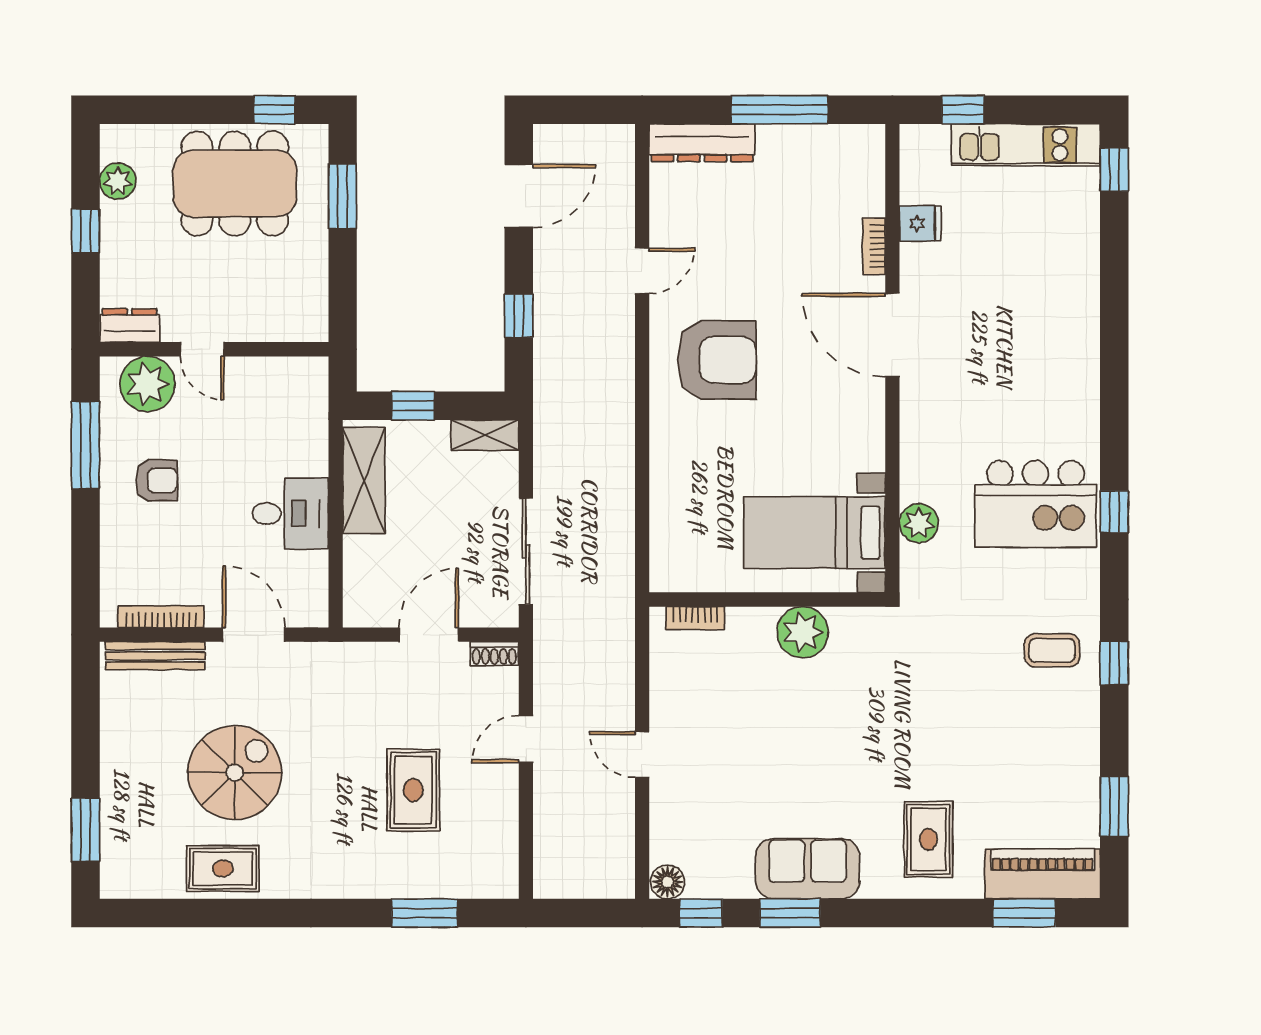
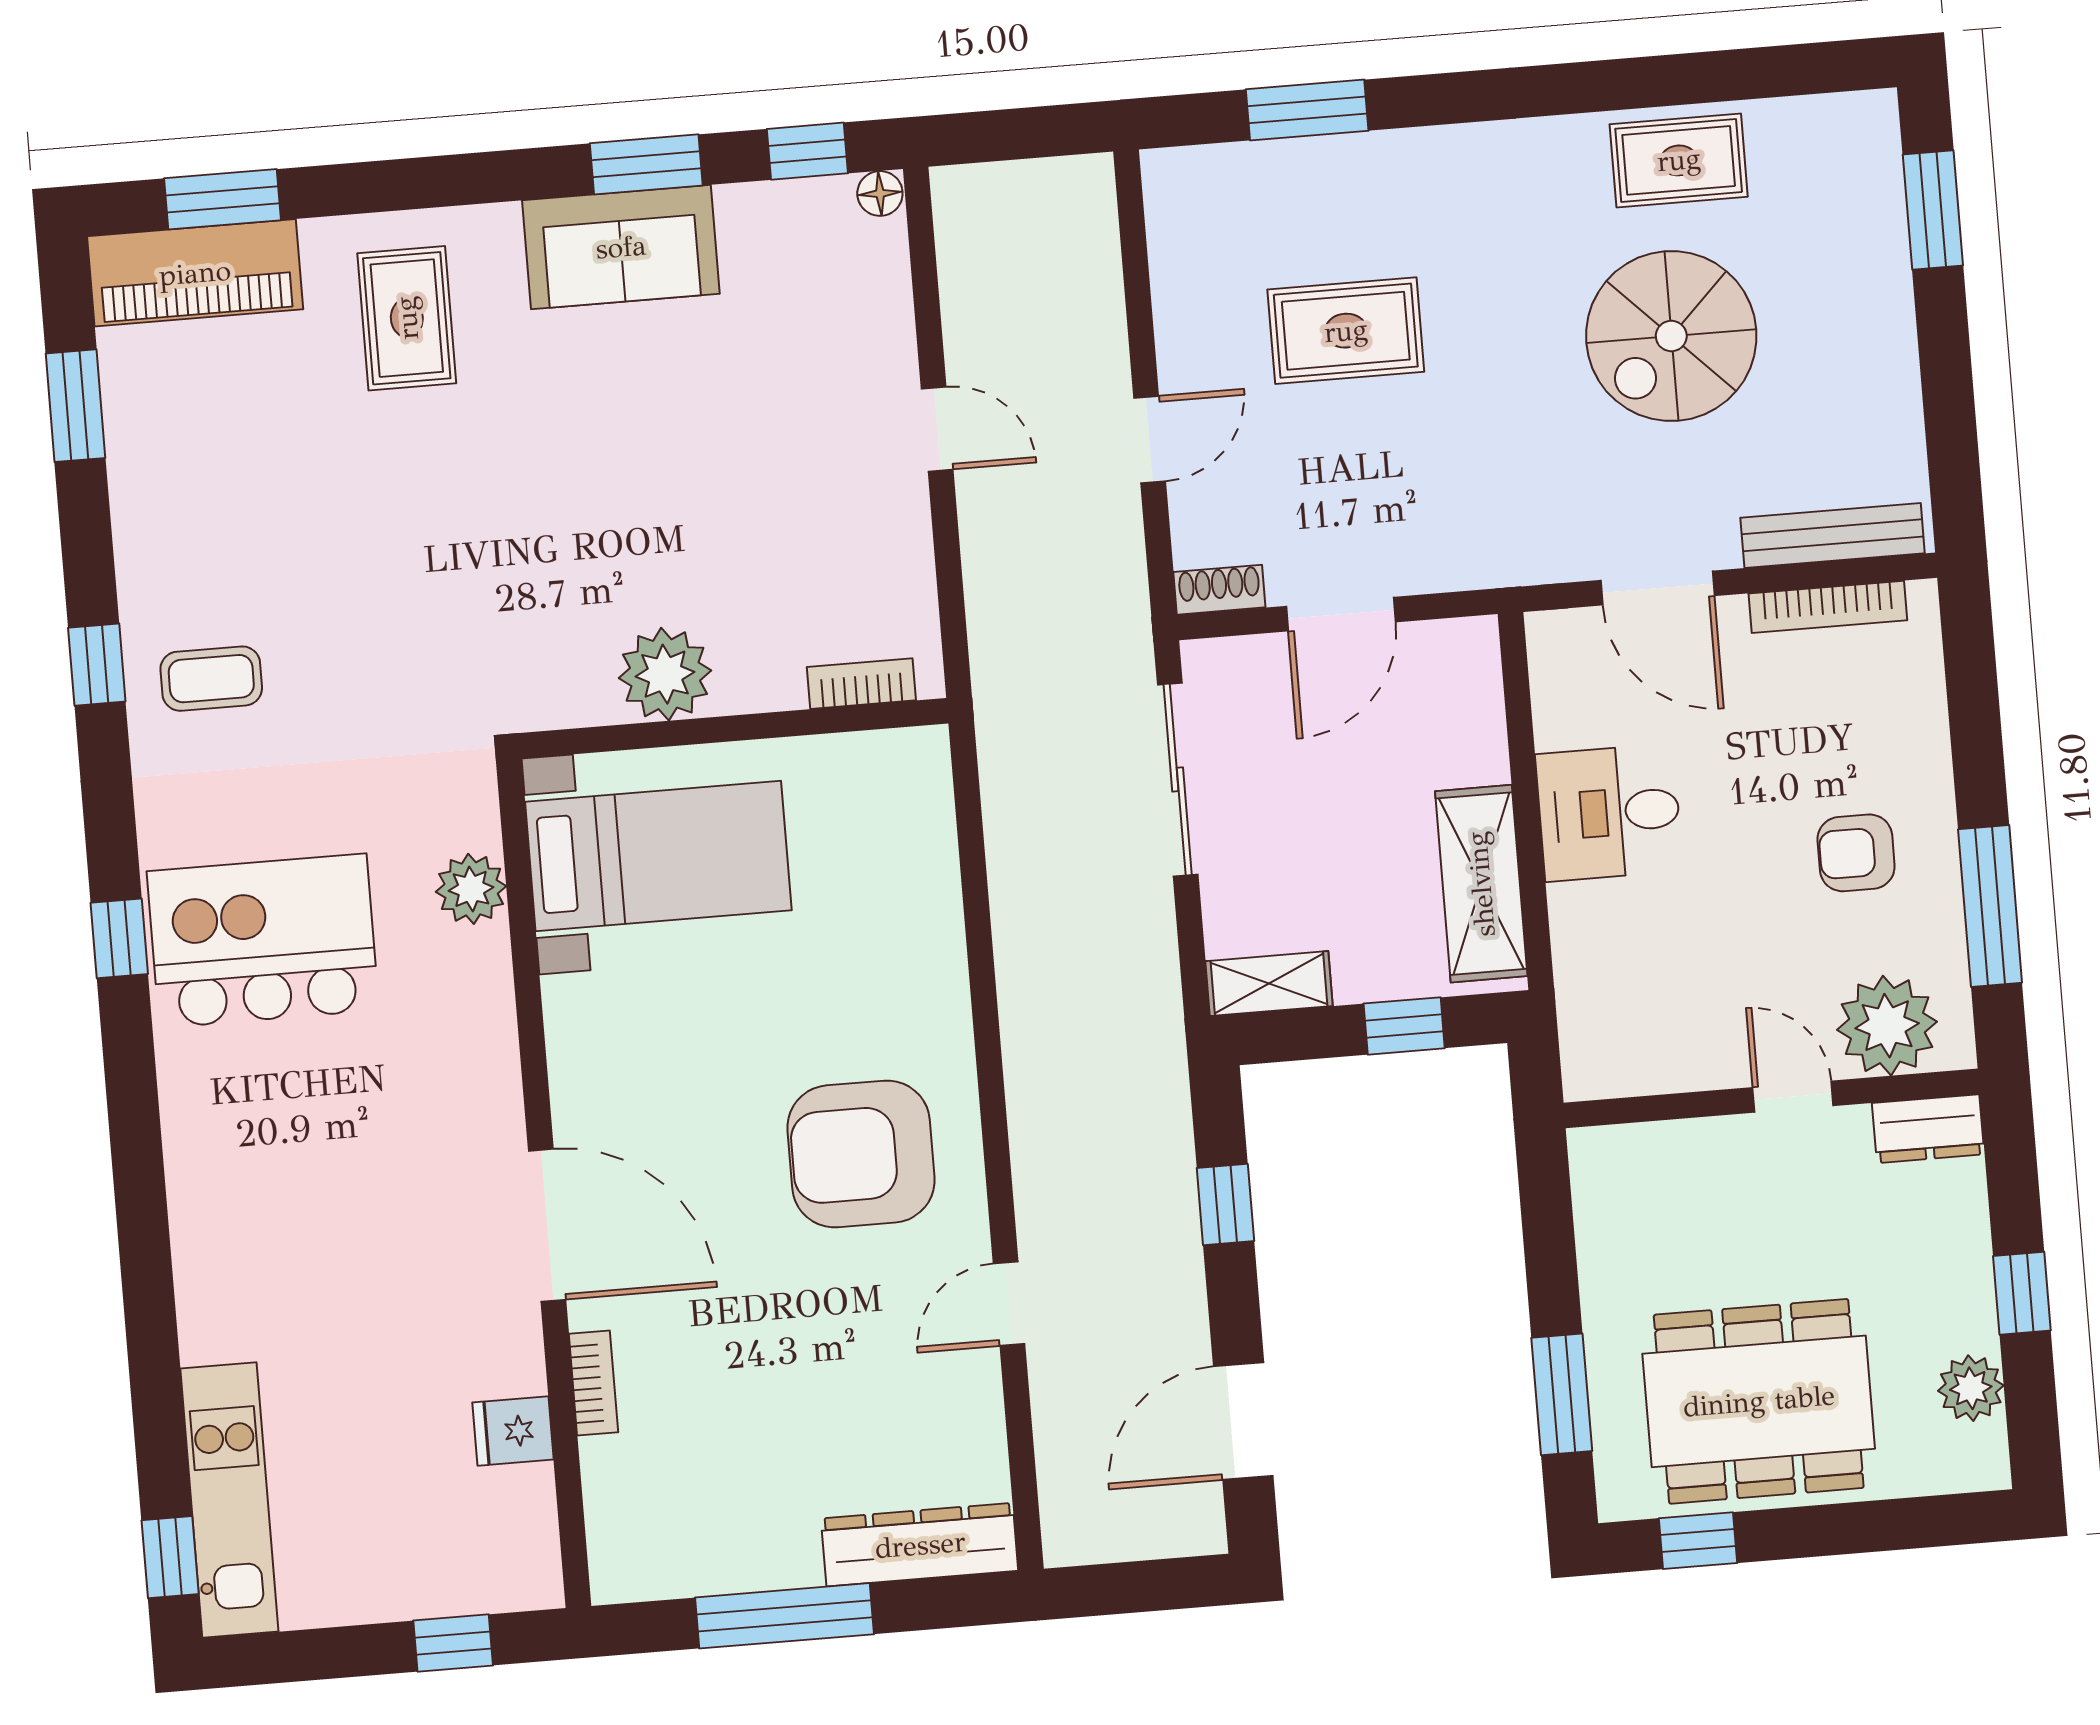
kitchen unit: (1026, 145) -> (229, 1500), moved, turned 90
rug: (413, 790) -> (1346, 331), turned 90
floor lamp: (668, 882) -> (880, 193), width x0.73, depth x0.73

